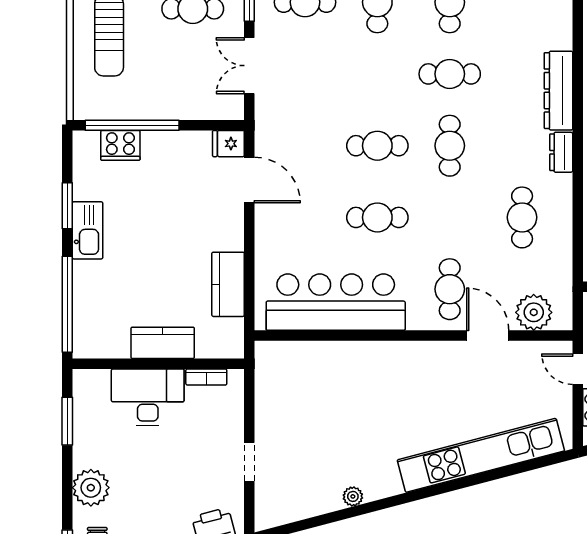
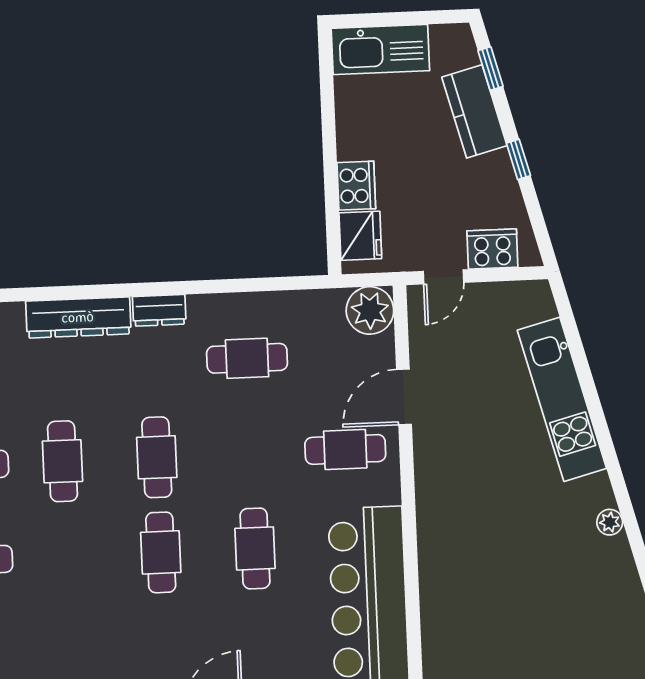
cafe table: (450, 146) -> (157, 457), turned 90
plant: (534, 312) -> (370, 310), moved
kitchen unit: (481, 455) -> (562, 399), width x0.73
plant: (353, 496) -> (610, 522), moved

